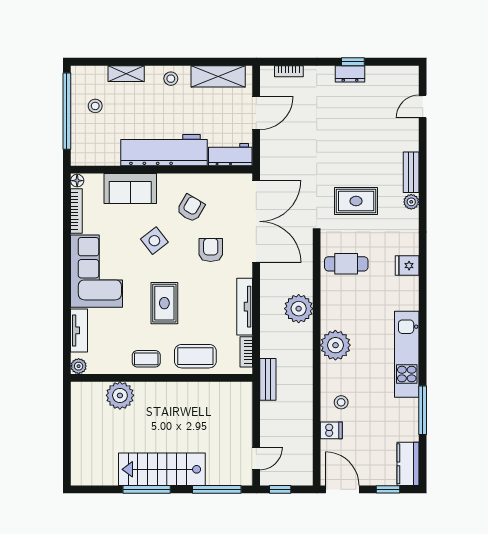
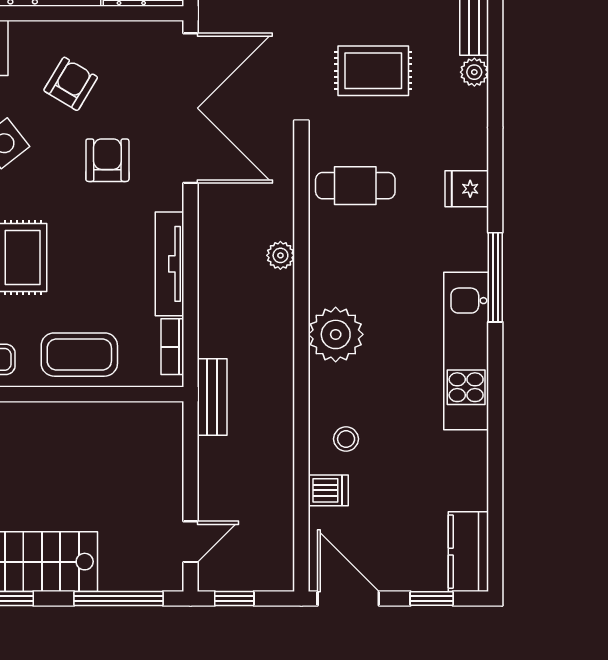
plant: (299, 309) -> (280, 255), width x0.53, depth x0.53
window: (423, 410) -> (495, 277), moved

